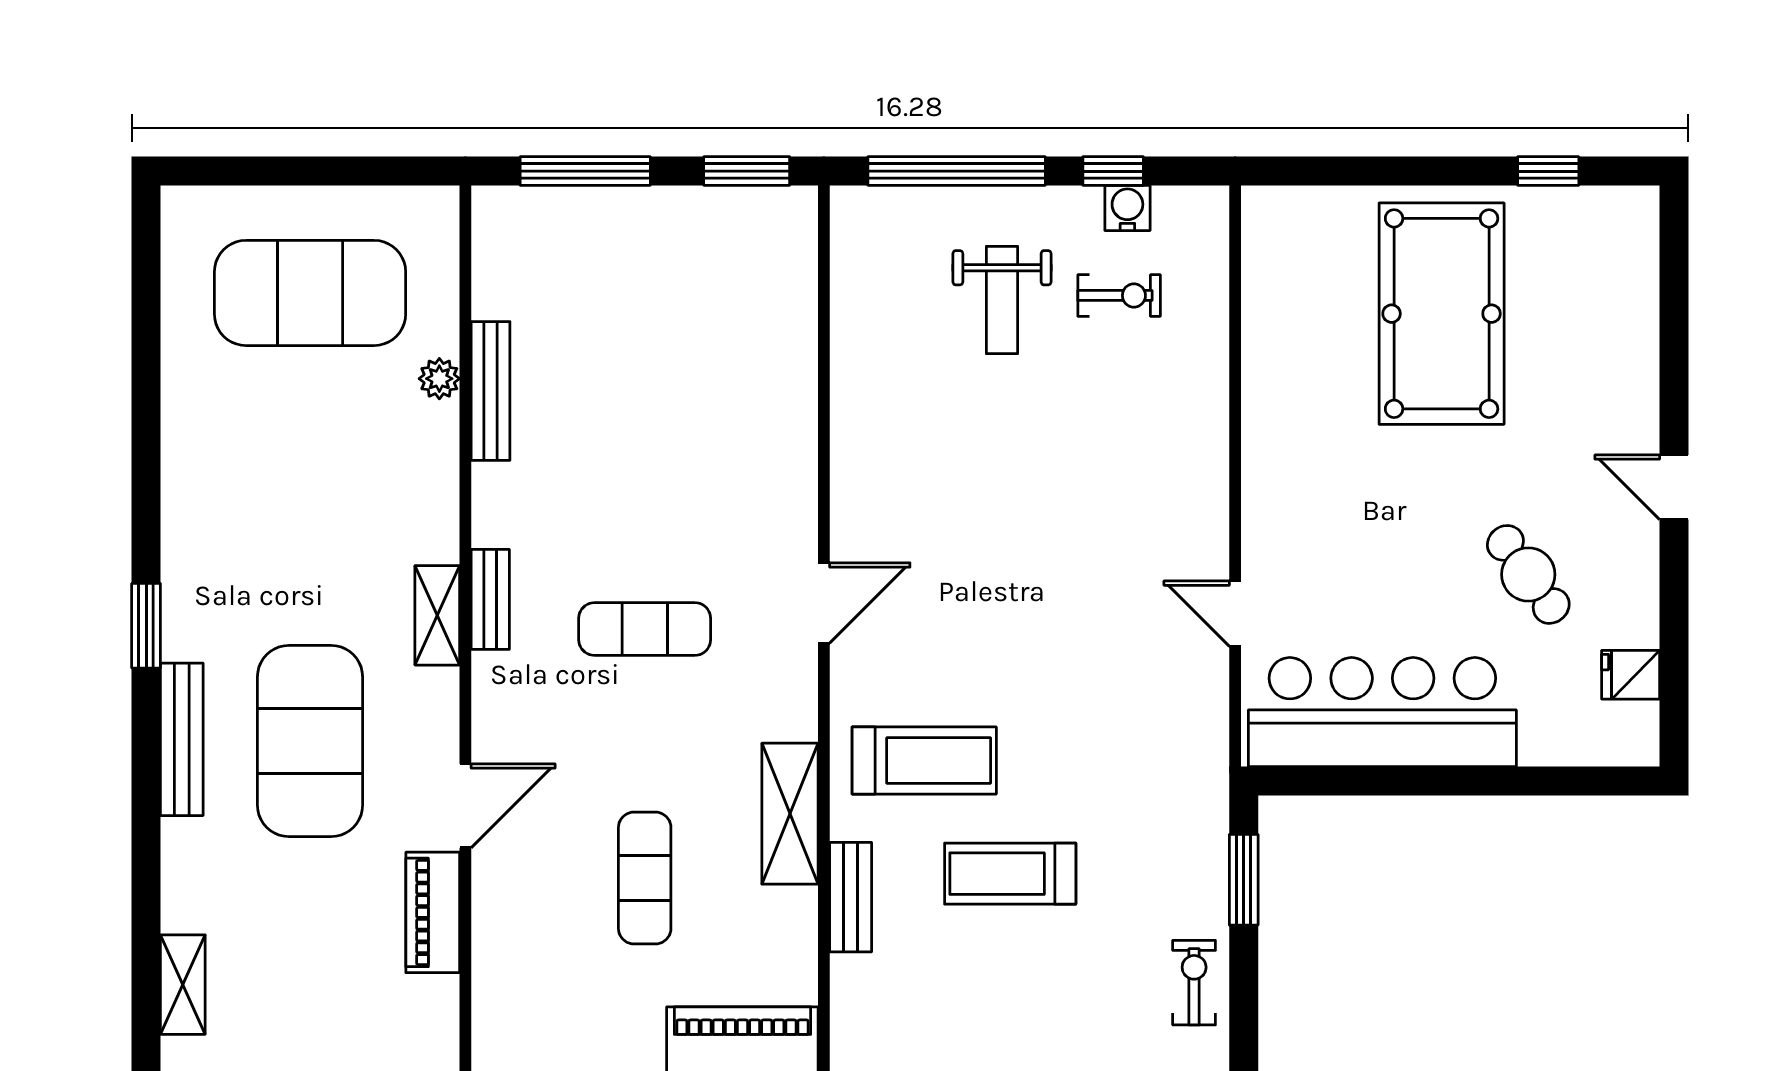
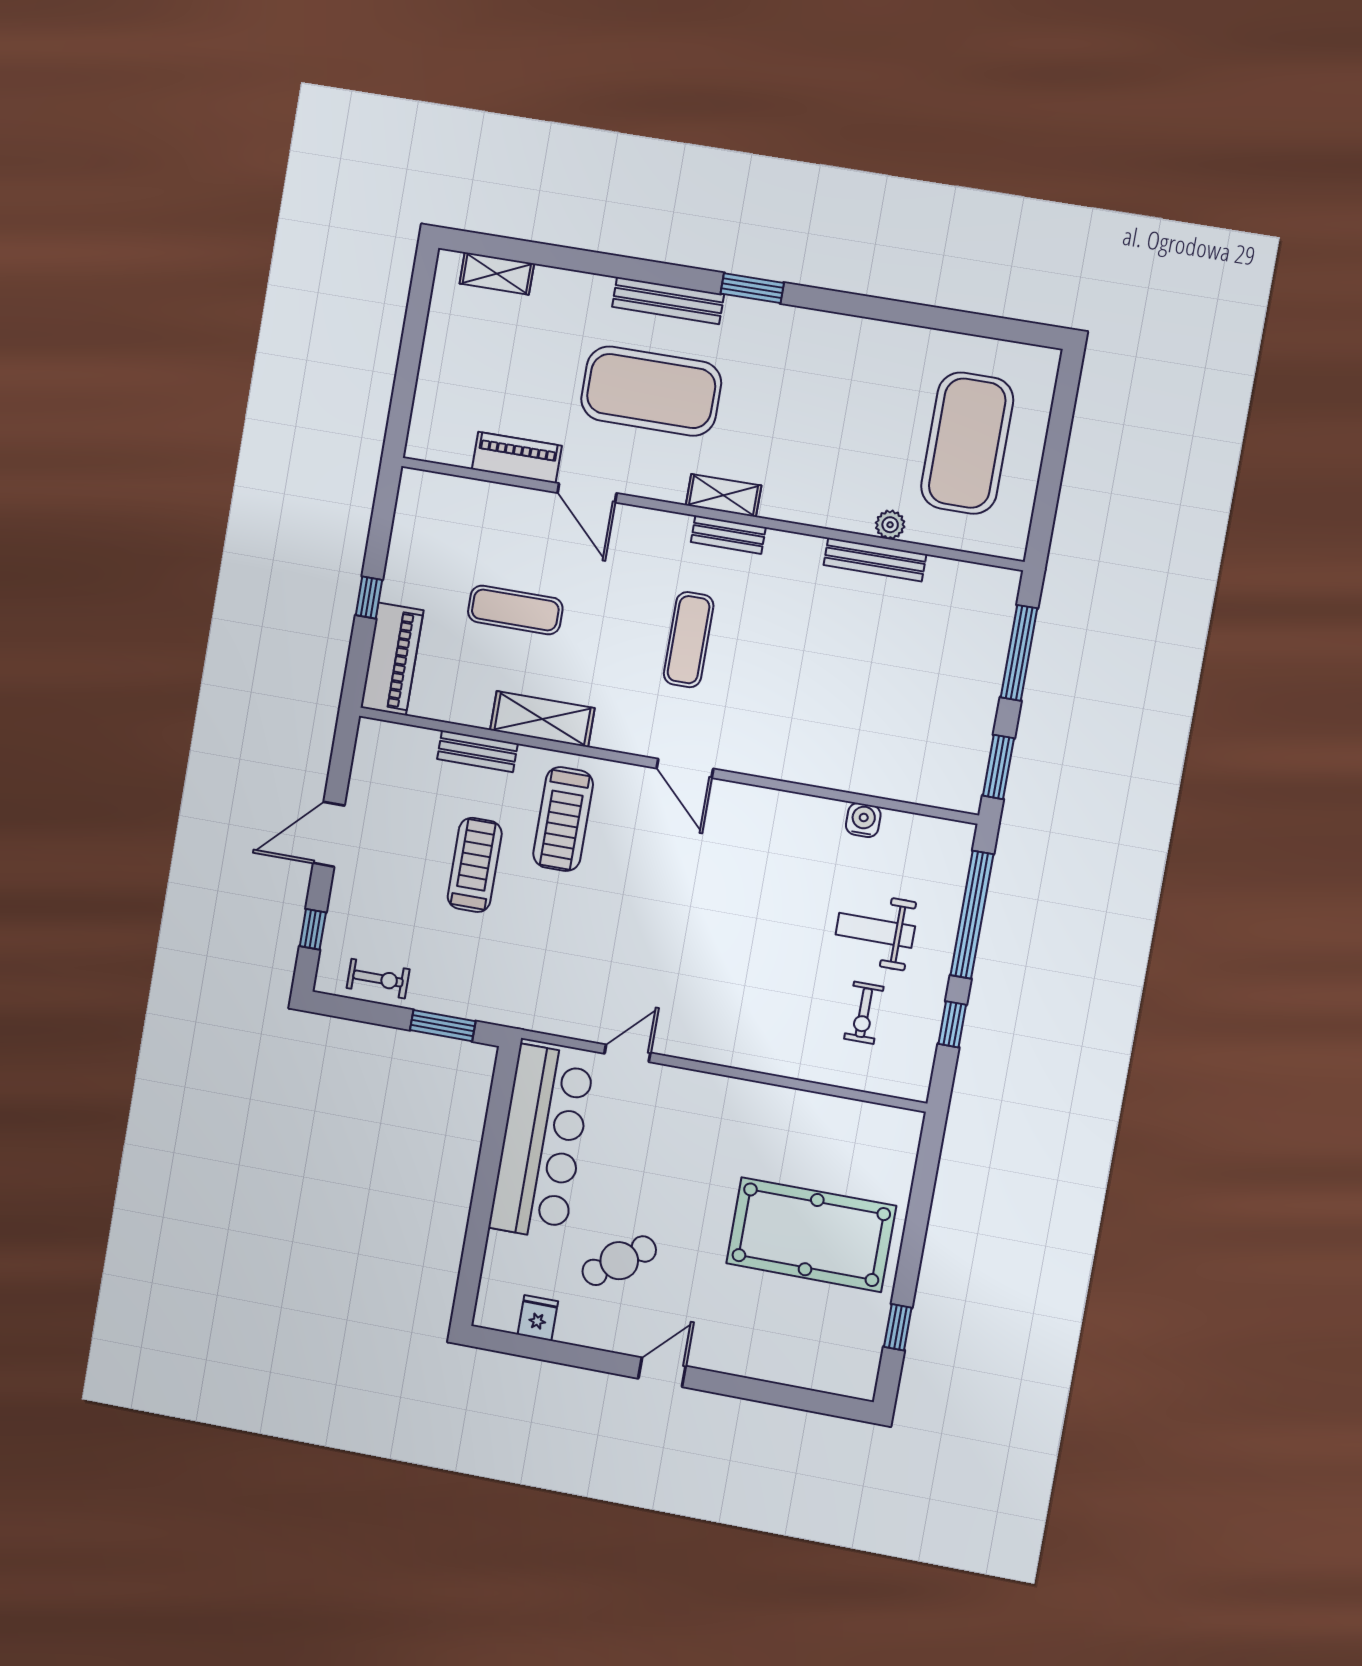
water cooler: (1127, 208) -> (863, 820), moved, turned -90

